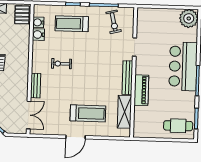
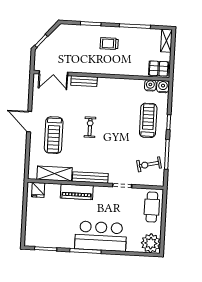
water cooler: (38, 35) -> (163, 87), moved
exercise bike: (61, 64) -> (90, 127), moved
cafe table: (178, 126) -> (152, 207), moved
fridge: (140, 127) -> (38, 190), added

